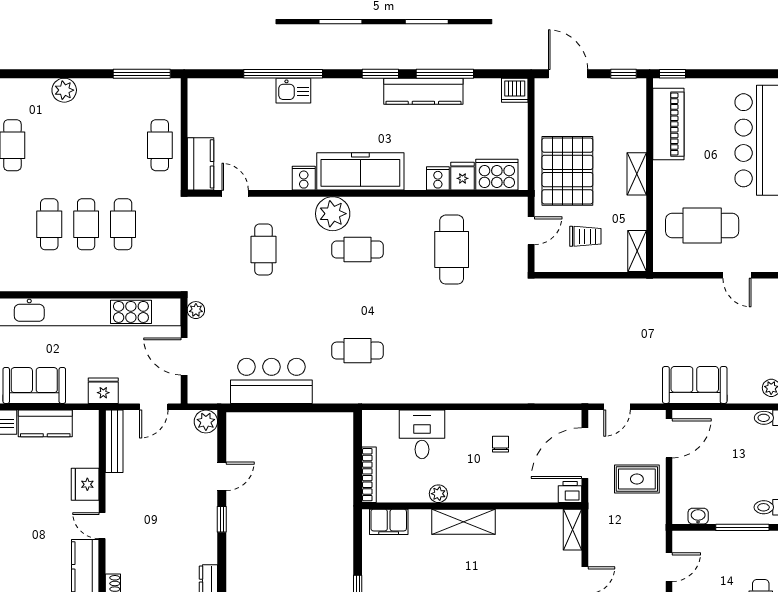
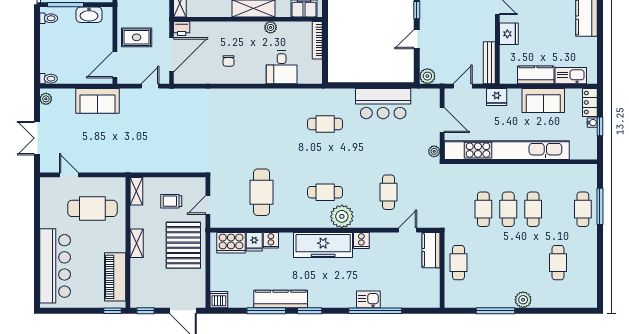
window: (142, 74) -> (495, 311), moved
door: (235, 193) -> (408, 230), swing flipped
washbasin: (698, 516) -> (89, 15), width x1.91, depth x1.45

